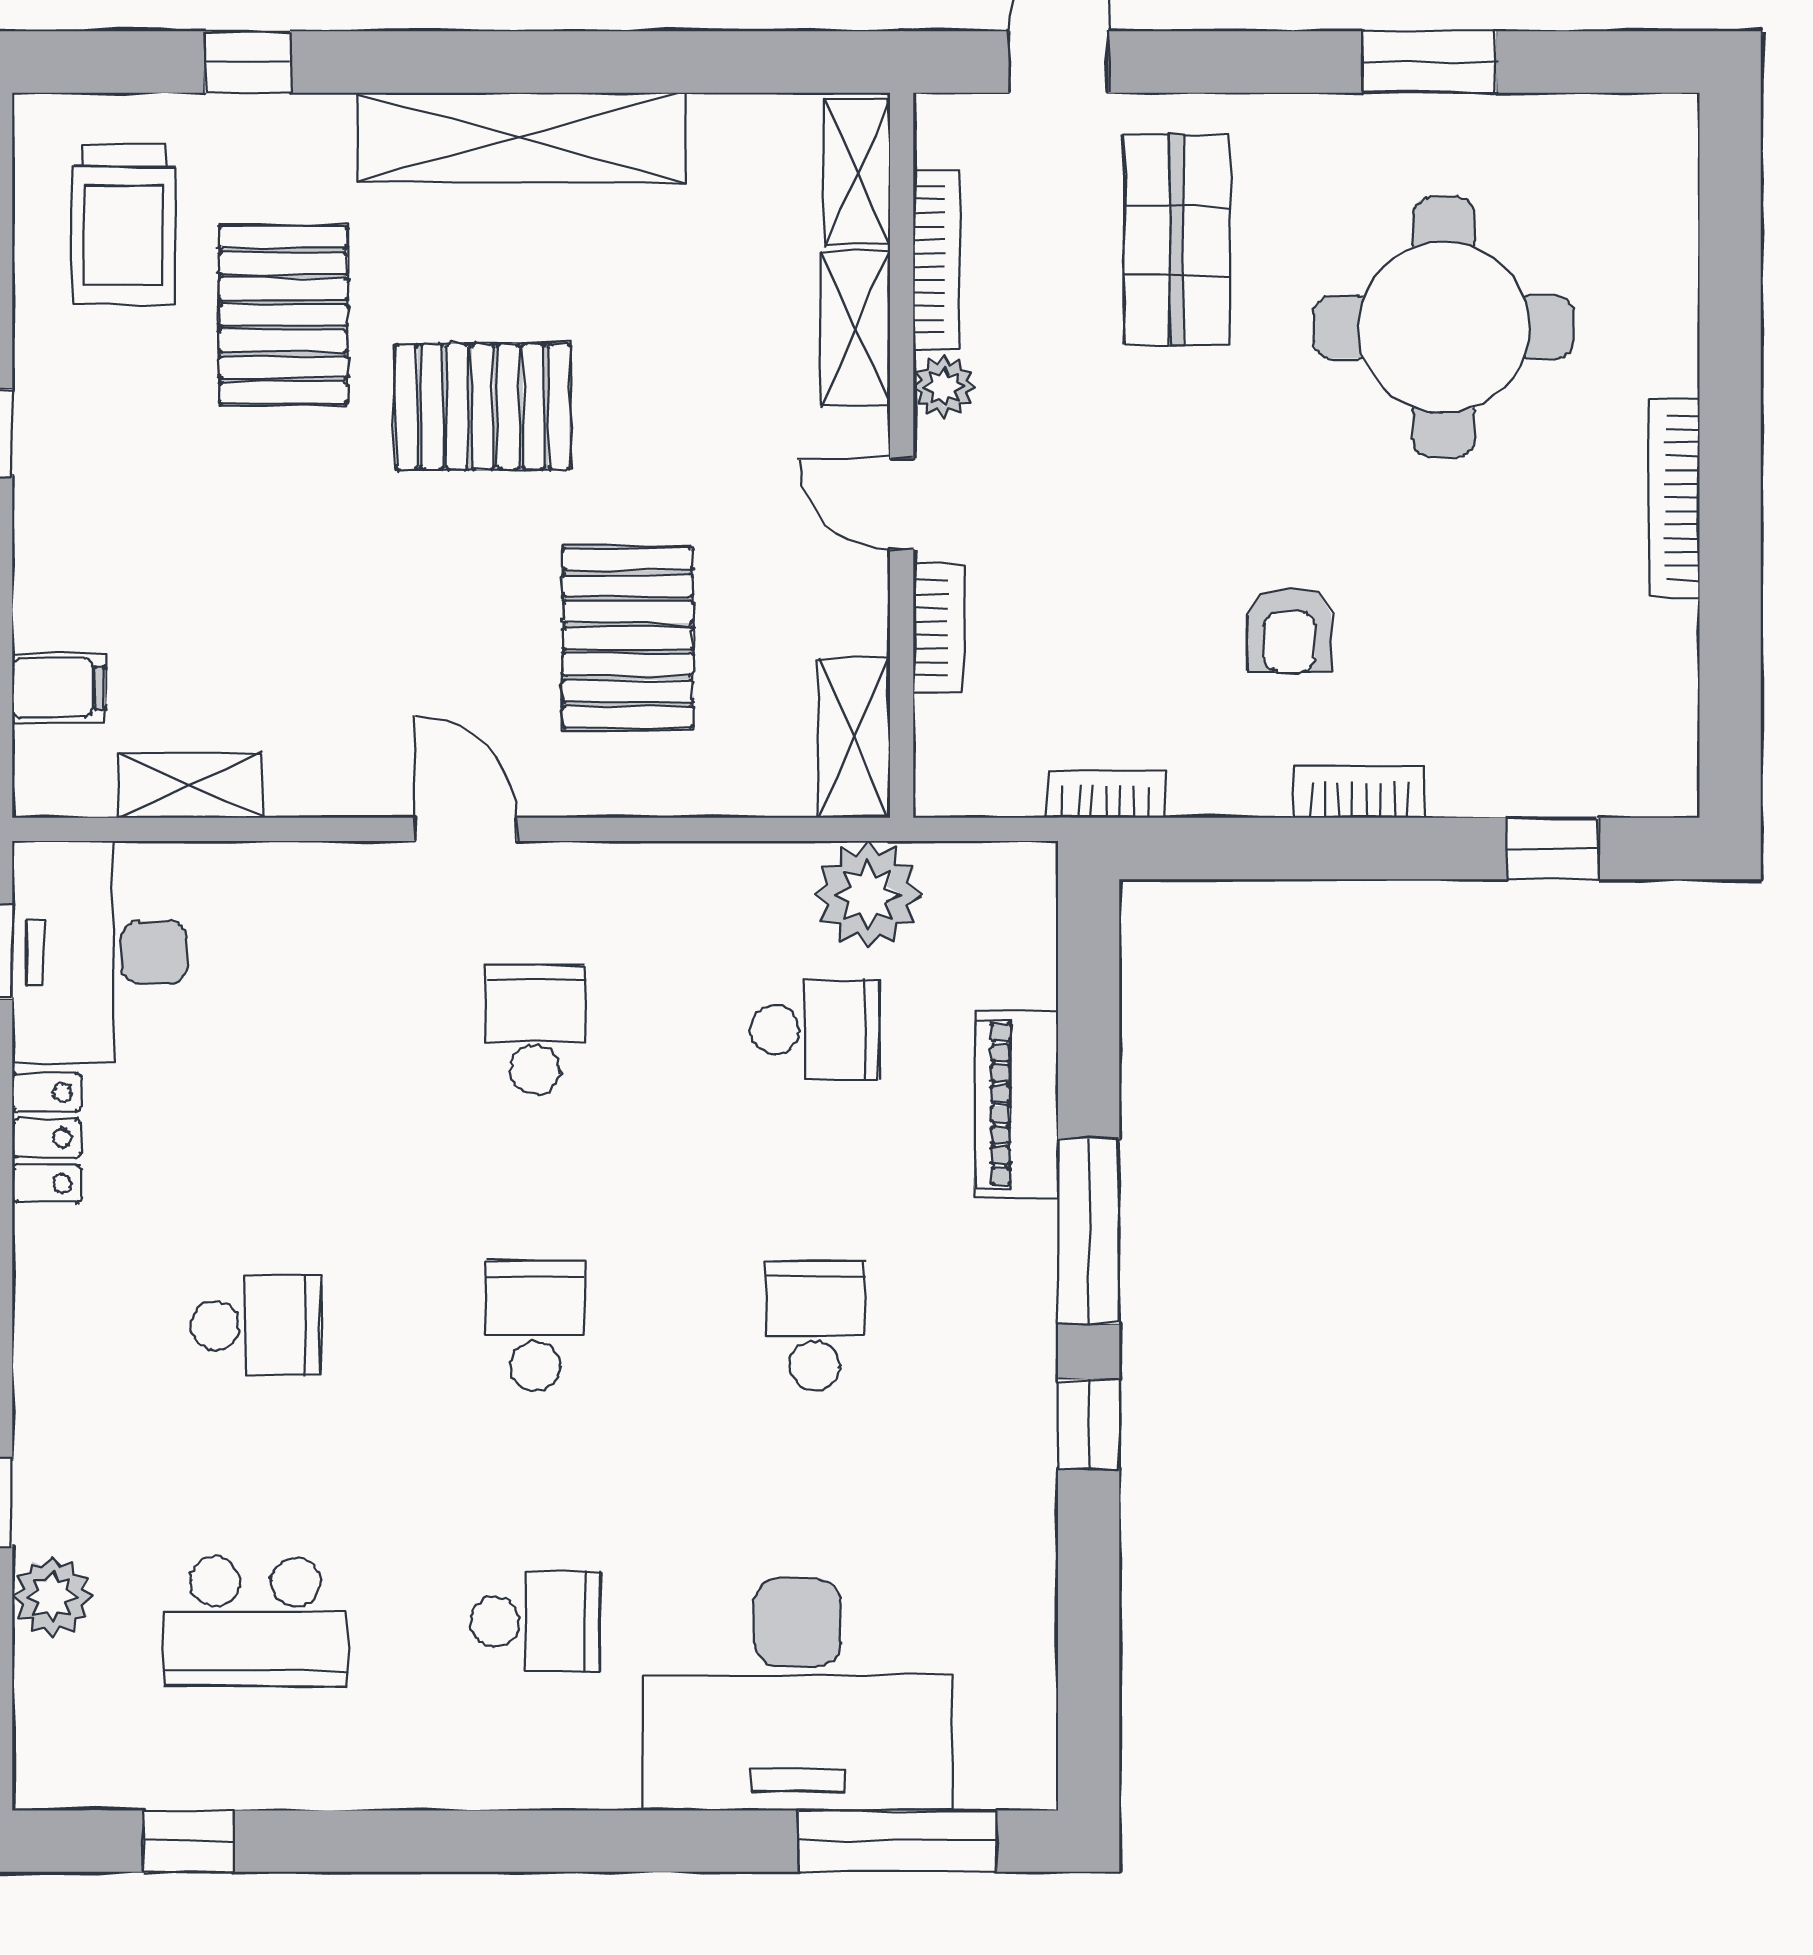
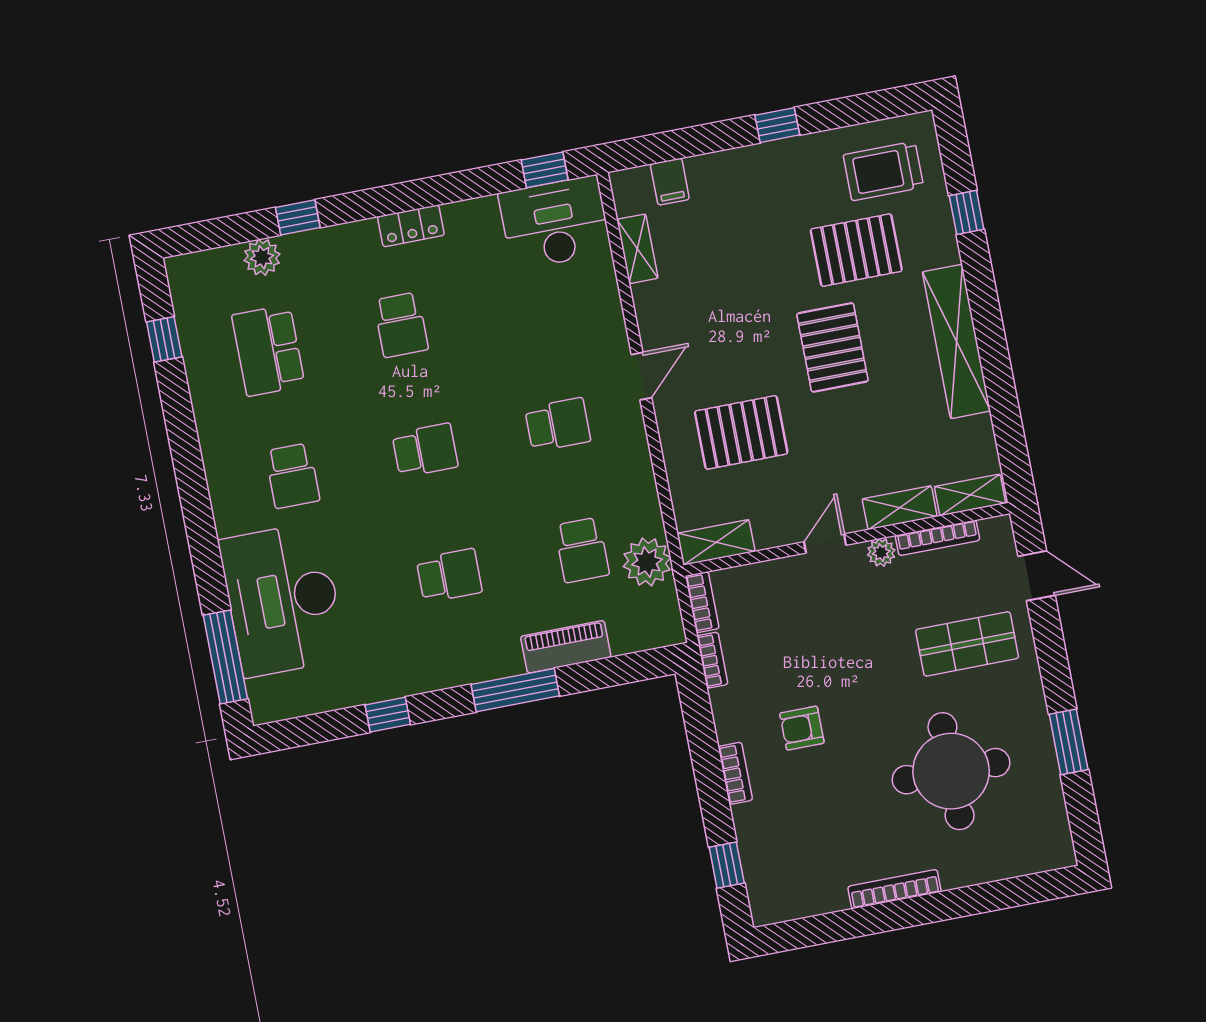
bookcase: (939, 628) -> (702, 602), moved, turned -90
locker: (47, 1138) -> (411, 226), moved
window: (1089, 1424) -> (388, 715), moved

